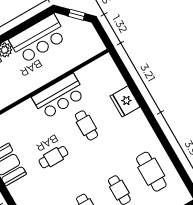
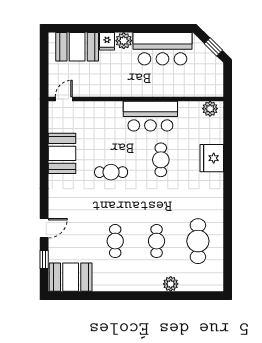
plant: (102, 64) -> (210, 109), added

